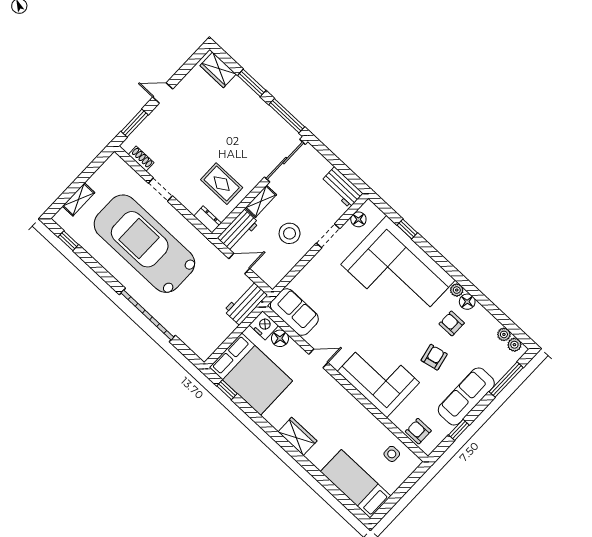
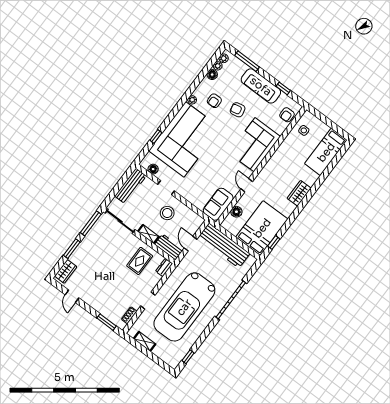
door: (163, 93) -> (72, 296), moved
workbench: (342, 187) -> (131, 186), width x1.37
shelving: (79, 199) -> (145, 341), moved
floor lamp: (467, 302) -> (212, 75), moved
workbench: (246, 303) -> (224, 246), width x1.88, depth x1.32
nightstand: (264, 325) -> (229, 223), removed

